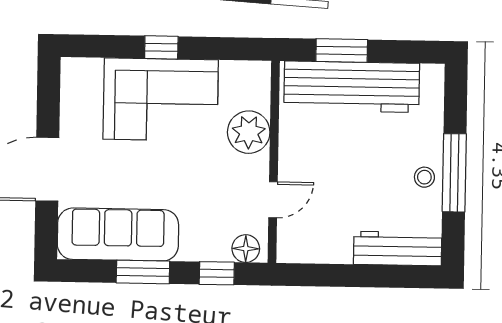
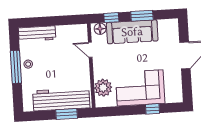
window: (161, 47) -> (153, 109), moved
plant: (249, 132) -> (103, 88), moved
door: (273, 200) -> (90, 50), hinge flipped
sofa: (118, 234) -> (132, 32), moved

